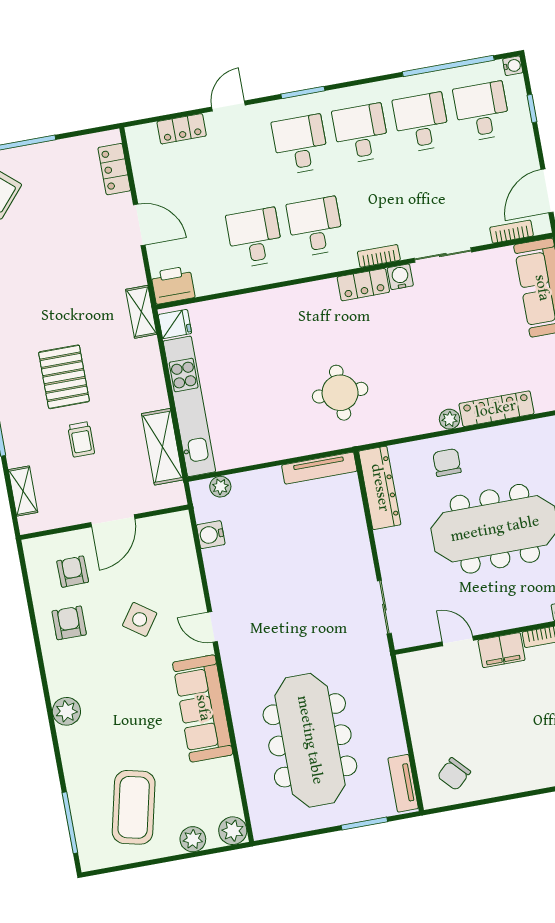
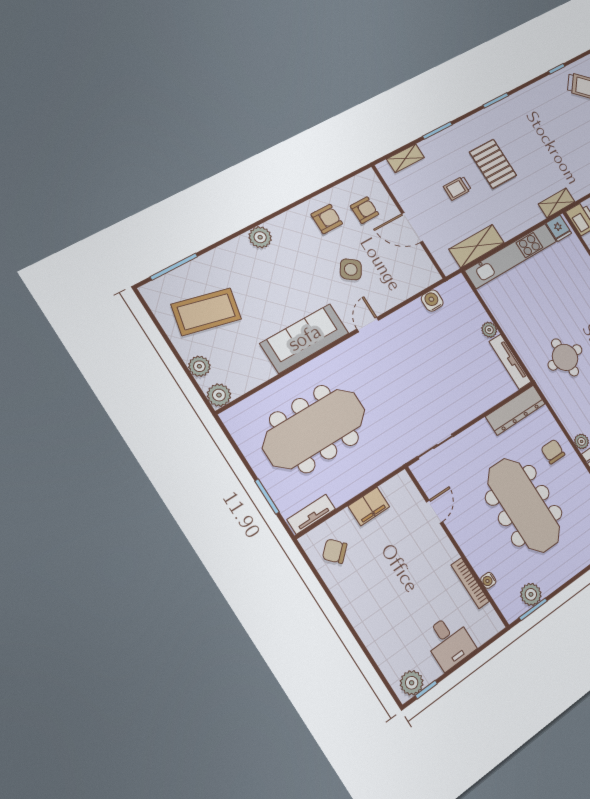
pallet: (64, 377) -> (493, 164), turned 90
chair: (447, 463) -> (553, 452), turned -90
plant: (220, 487) -> (489, 330), moved
filing cabinet: (501, 650) -> (369, 506), moved, turned -90

